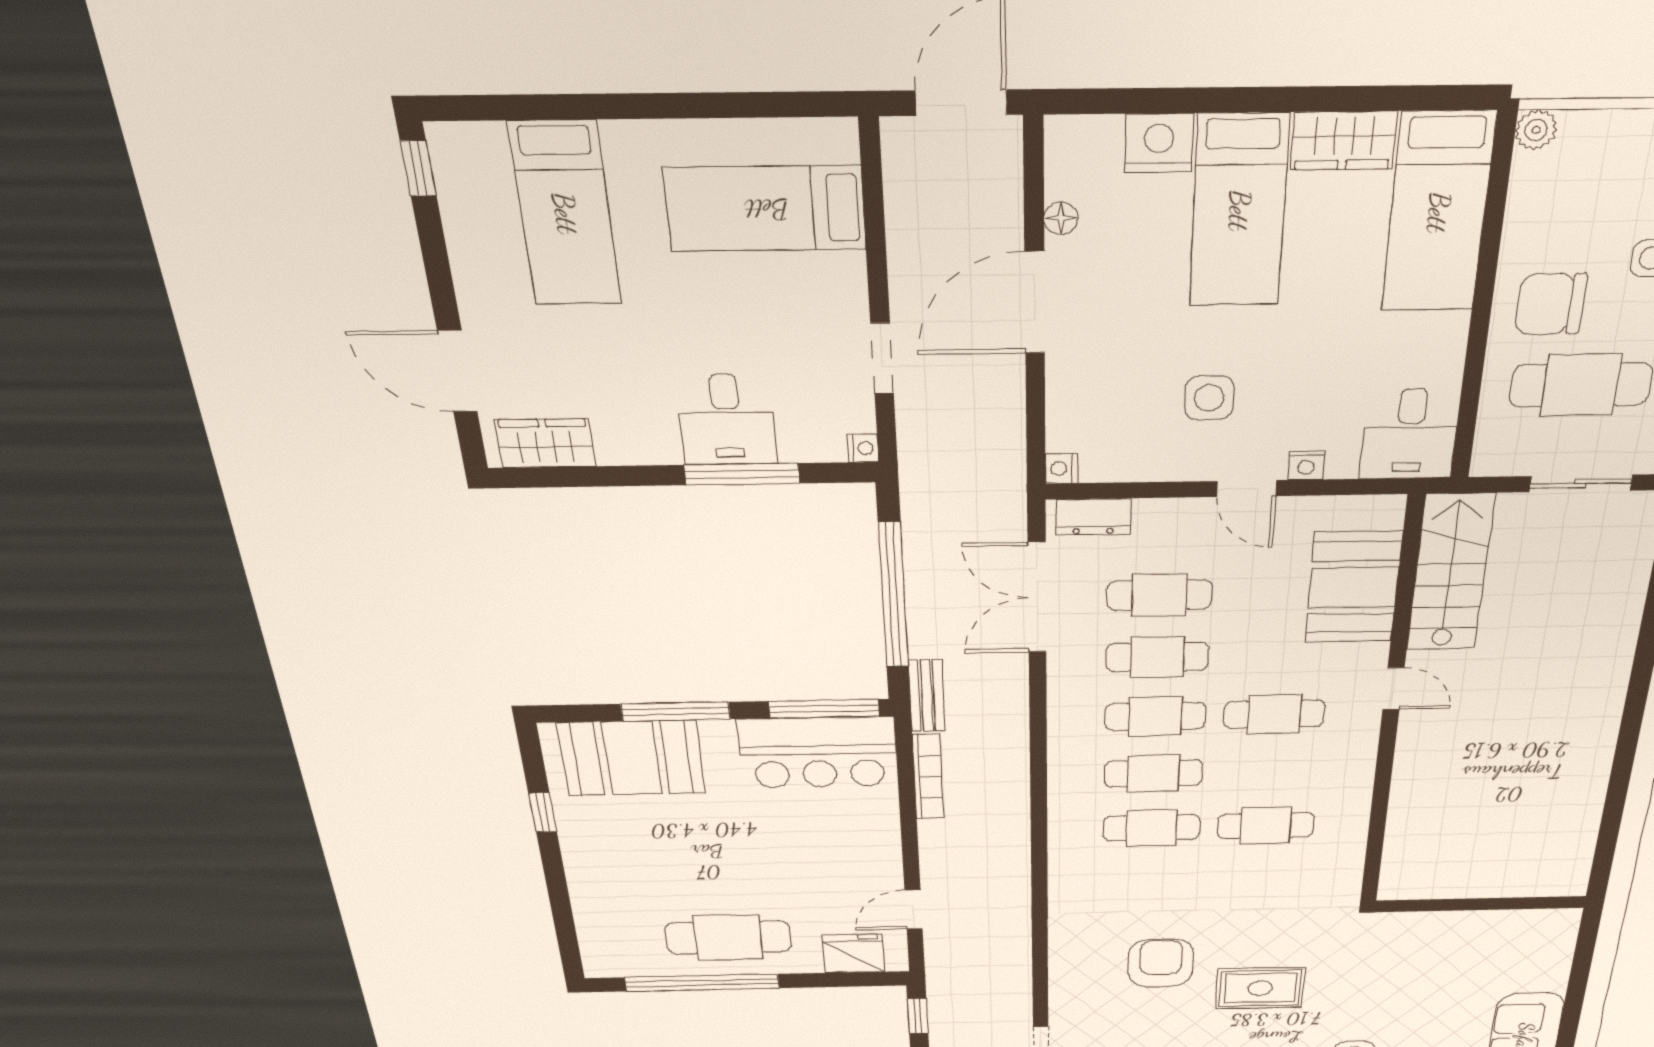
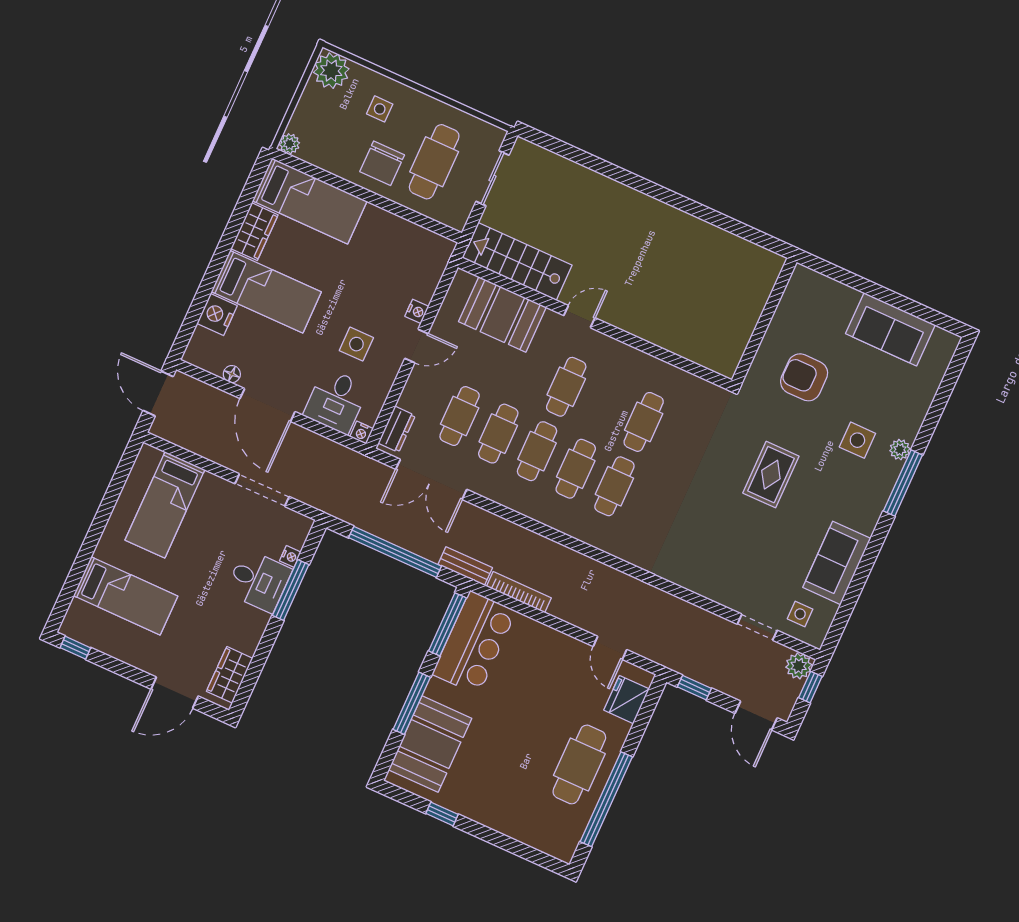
doorway: (882, 358) -> (262, 490), width x1.38
desk: (1410, 434) -> (336, 401), moved, turned 90
nightstand: (863, 448) -> (290, 556), moved, turned 90
armchair: (1161, 963) -> (804, 377), moved

